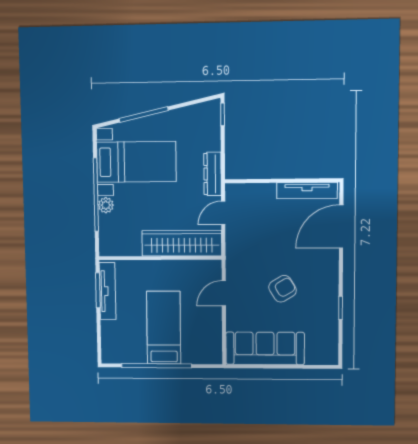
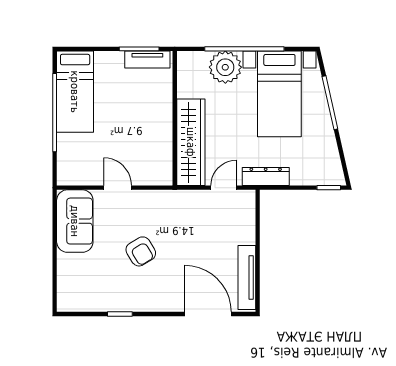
plant: (106, 205) -> (225, 67), width x1.87, depth x1.87
door: (223, 213) -> (224, 188), hinge flipped
tv unit: (108, 291) -> (147, 60), width x0.71
door: (224, 293) -> (118, 188), moved
bed: (164, 328) -> (75, 92), moved, turned 90
sofa: (265, 348) -> (75, 221), width x0.73

